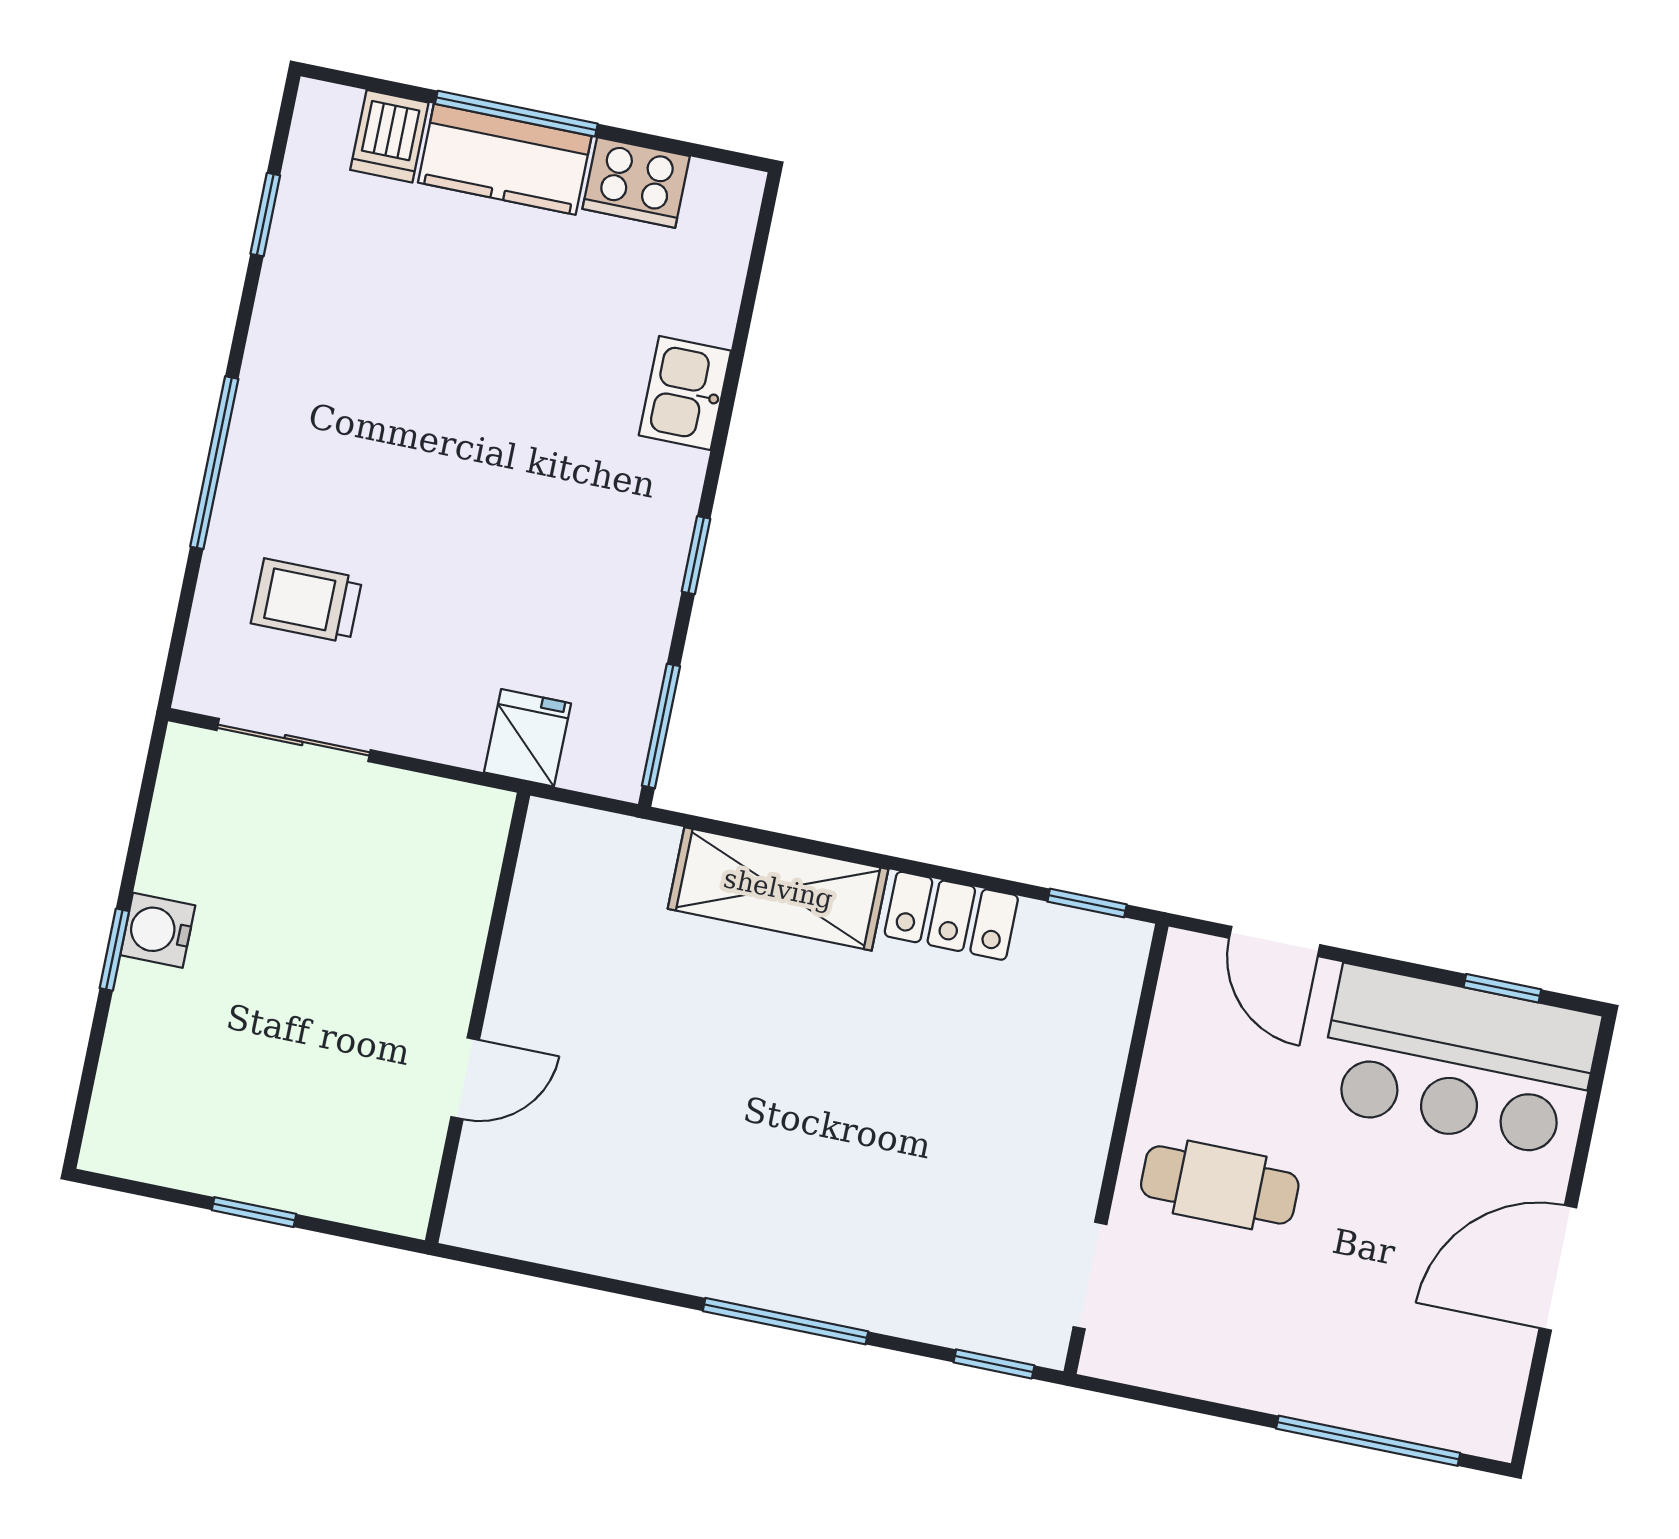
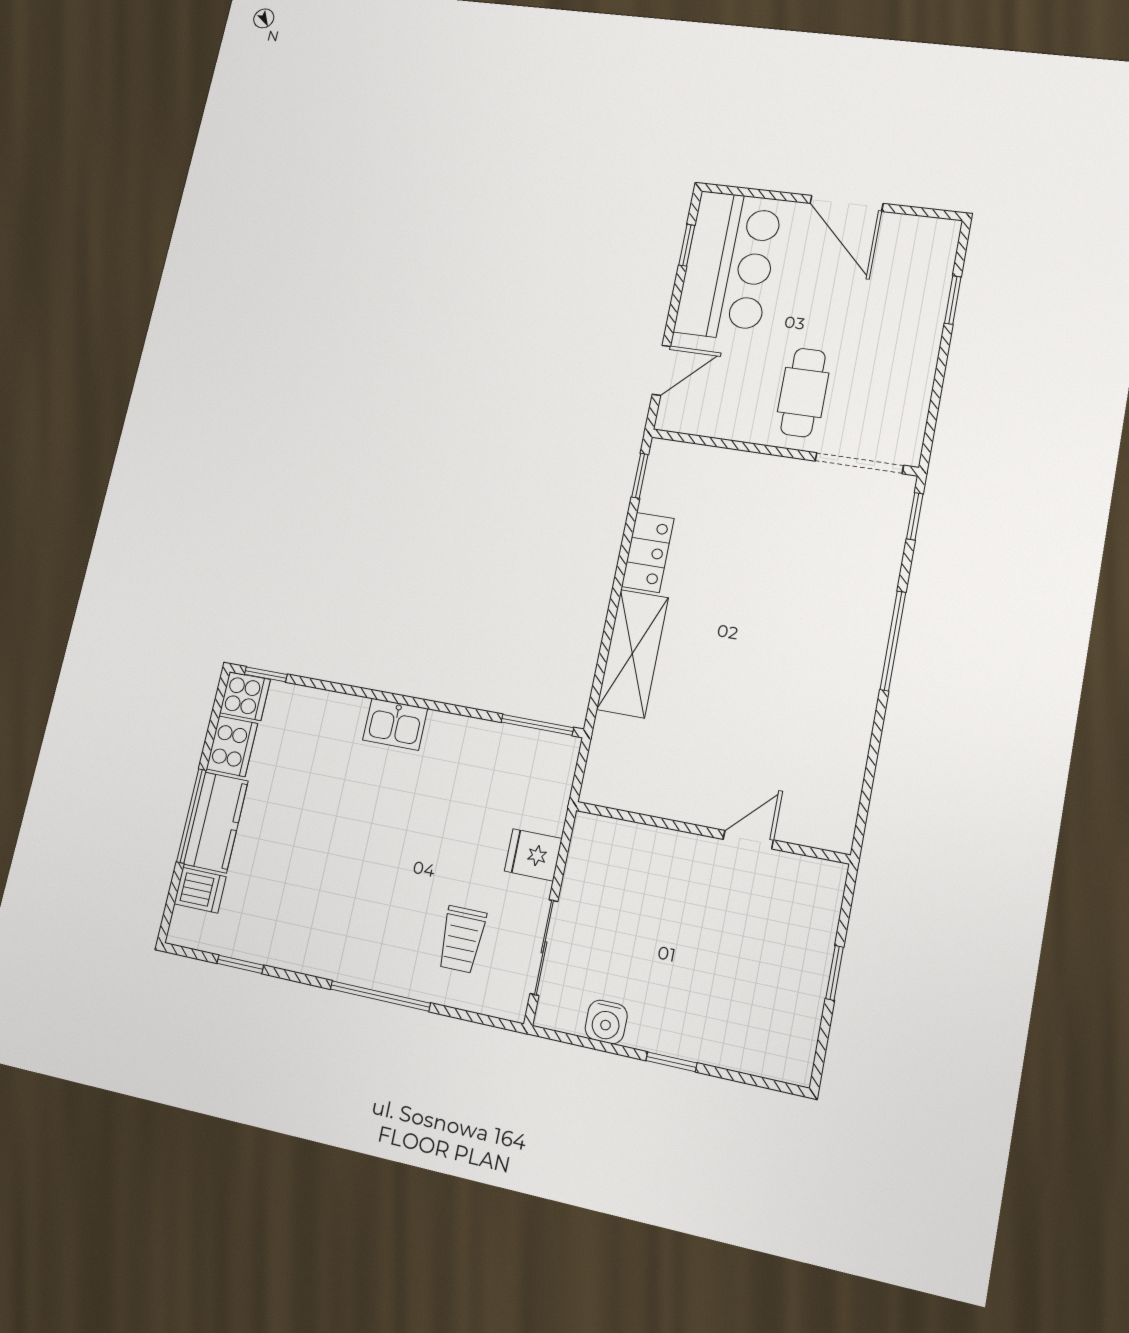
cooker: (723, 203) -> (245, 696), added
kitchen sink: (685, 393) -> (395, 724), moved
window: (696, 555) -> (266, 674), moved
fridge: (527, 738) -> (533, 855), moved
water cooler: (158, 930) -> (606, 1022), moved
door: (465, 1078) -> (748, 840), hinge flipped
doorway: (1090, 1276) -> (859, 463), width x1.38
window: (1368, 1441) -> (953, 300), width x0.46

